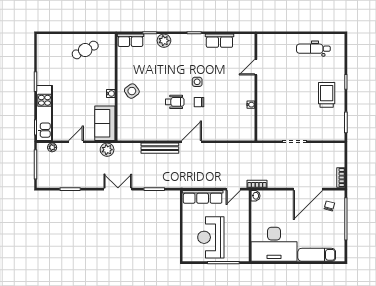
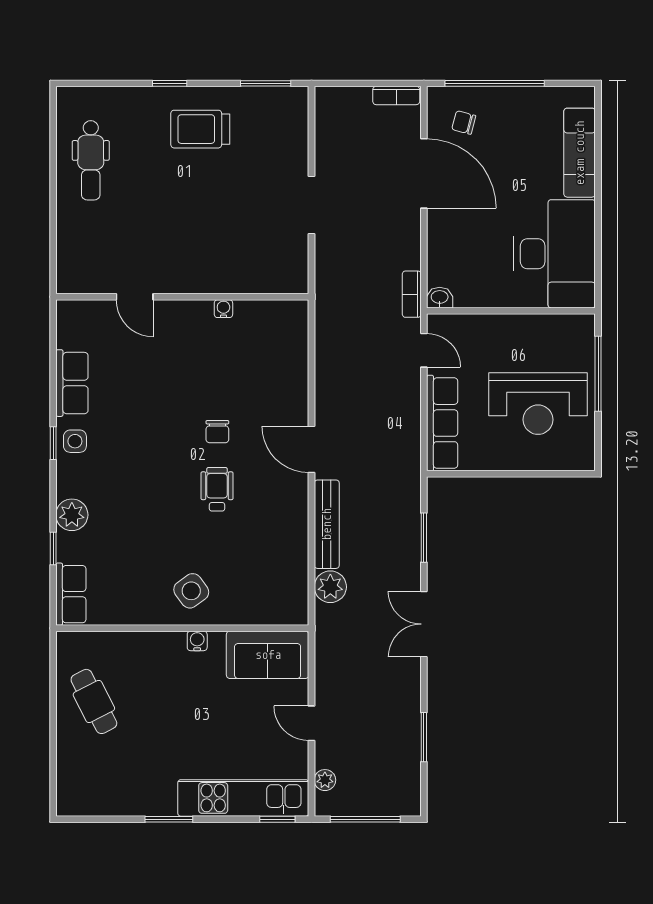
side table: (197, 82) -> (75, 441), moved
plant: (107, 150) -> (330, 587), moved

